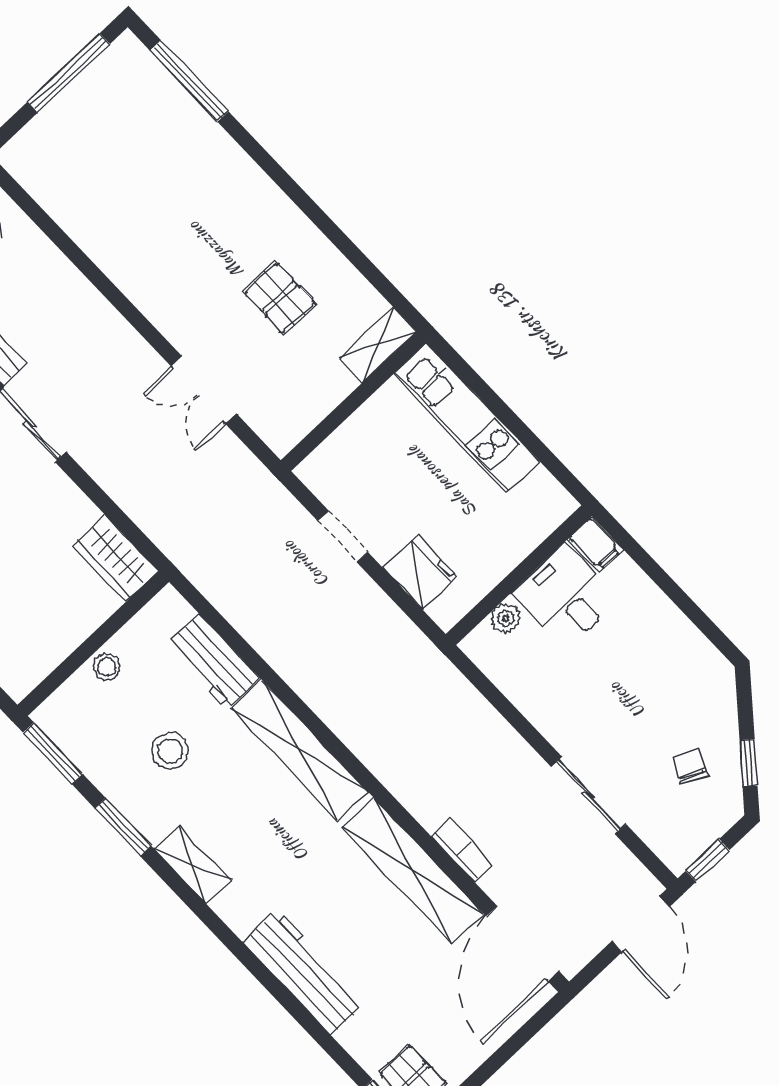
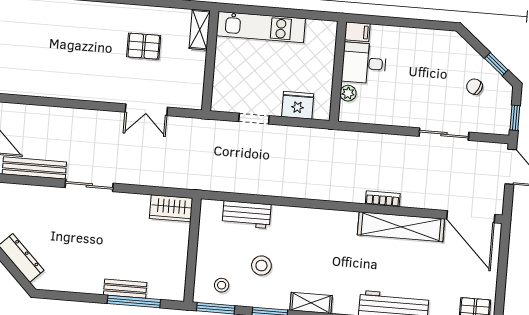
stool: (107, 667) -> (222, 285), moved
shelving: (299, 750) -> (313, 219), removed
bookcase: (462, 850) -> (383, 199), moved

